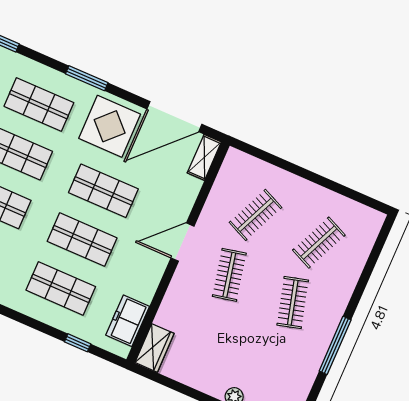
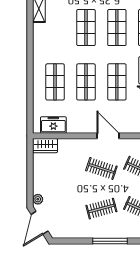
clothes rail: (229, 275) -> (101, 168), turned 30
window: (78, 343) -> (30, 104), removed
window: (335, 345) -> (110, 241), moved

